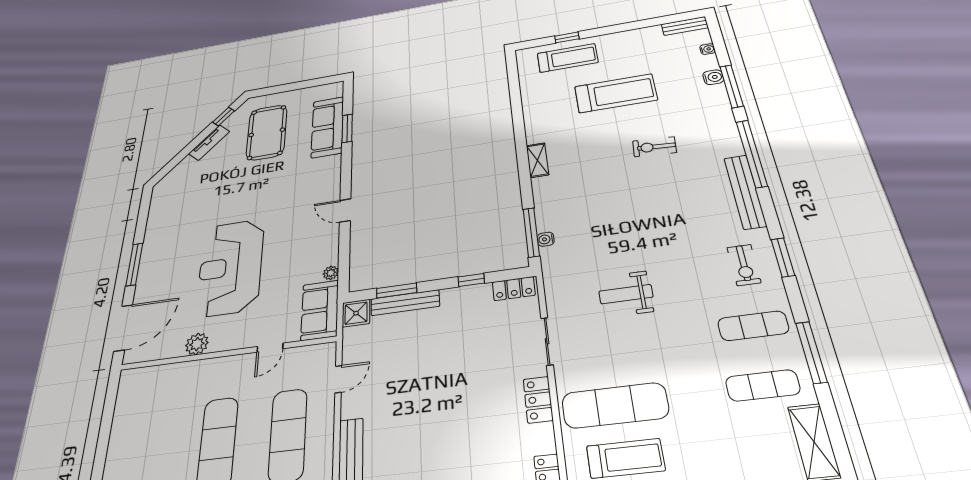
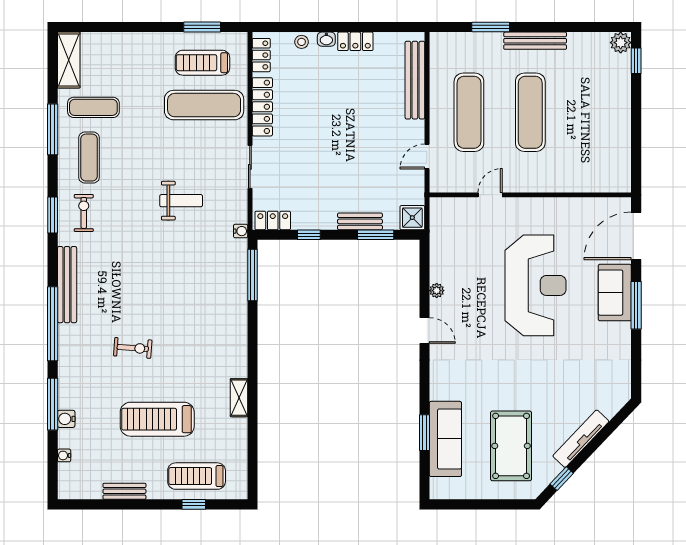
bench: (685, 26) -> (124, 491), moved
tv unit: (209, 143) -> (581, 439), width x1.41
shelving: (537, 160) -> (239, 398), moved
water cooler: (546, 239) -> (241, 231), moved
plant: (331, 273) -> (437, 291), moved
bench: (405, 303) -> (360, 221), width x0.73
sofa: (320, 310) -> (615, 293), moved, turned 180
exercise mat: (753, 326) -> (89, 158), turned 90
plant: (197, 344) -> (560, 208), removed
locker: (538, 400) -> (262, 107), width x1.53

